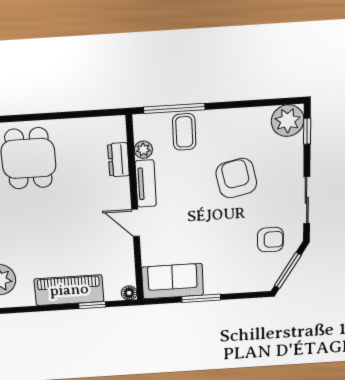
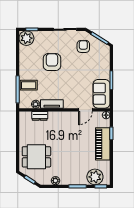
armchair: (236, 178) -> (52, 62), turned 102
door: (136, 223) -> (85, 110), moved

